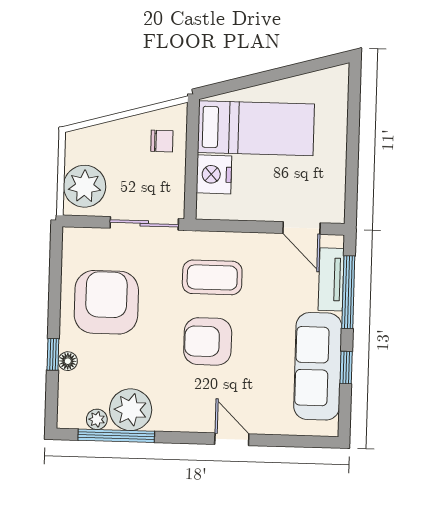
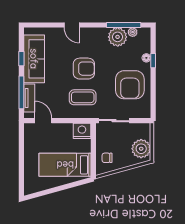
nightstand: (214, 174) -> (82, 131), moved, turned -90
plant: (85, 186) -> (141, 149), moved

